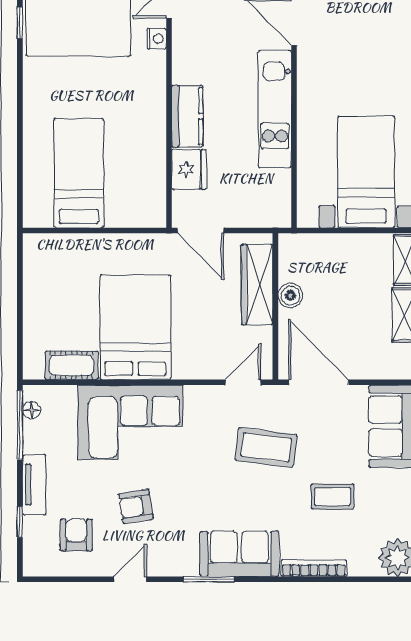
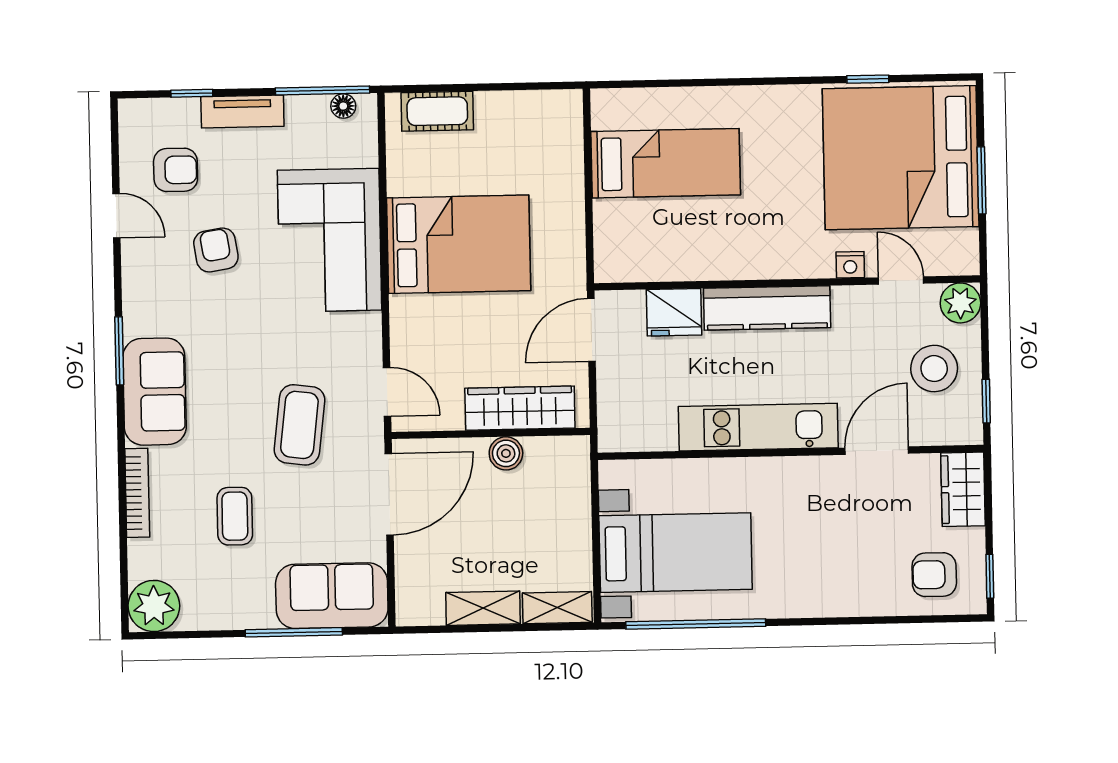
kitchen counter: (187, 116) -> (767, 308), width x1.50
cot: (71, 365) -> (437, 111), moved, turned 90
door: (130, 579) -> (116, 216), moved

